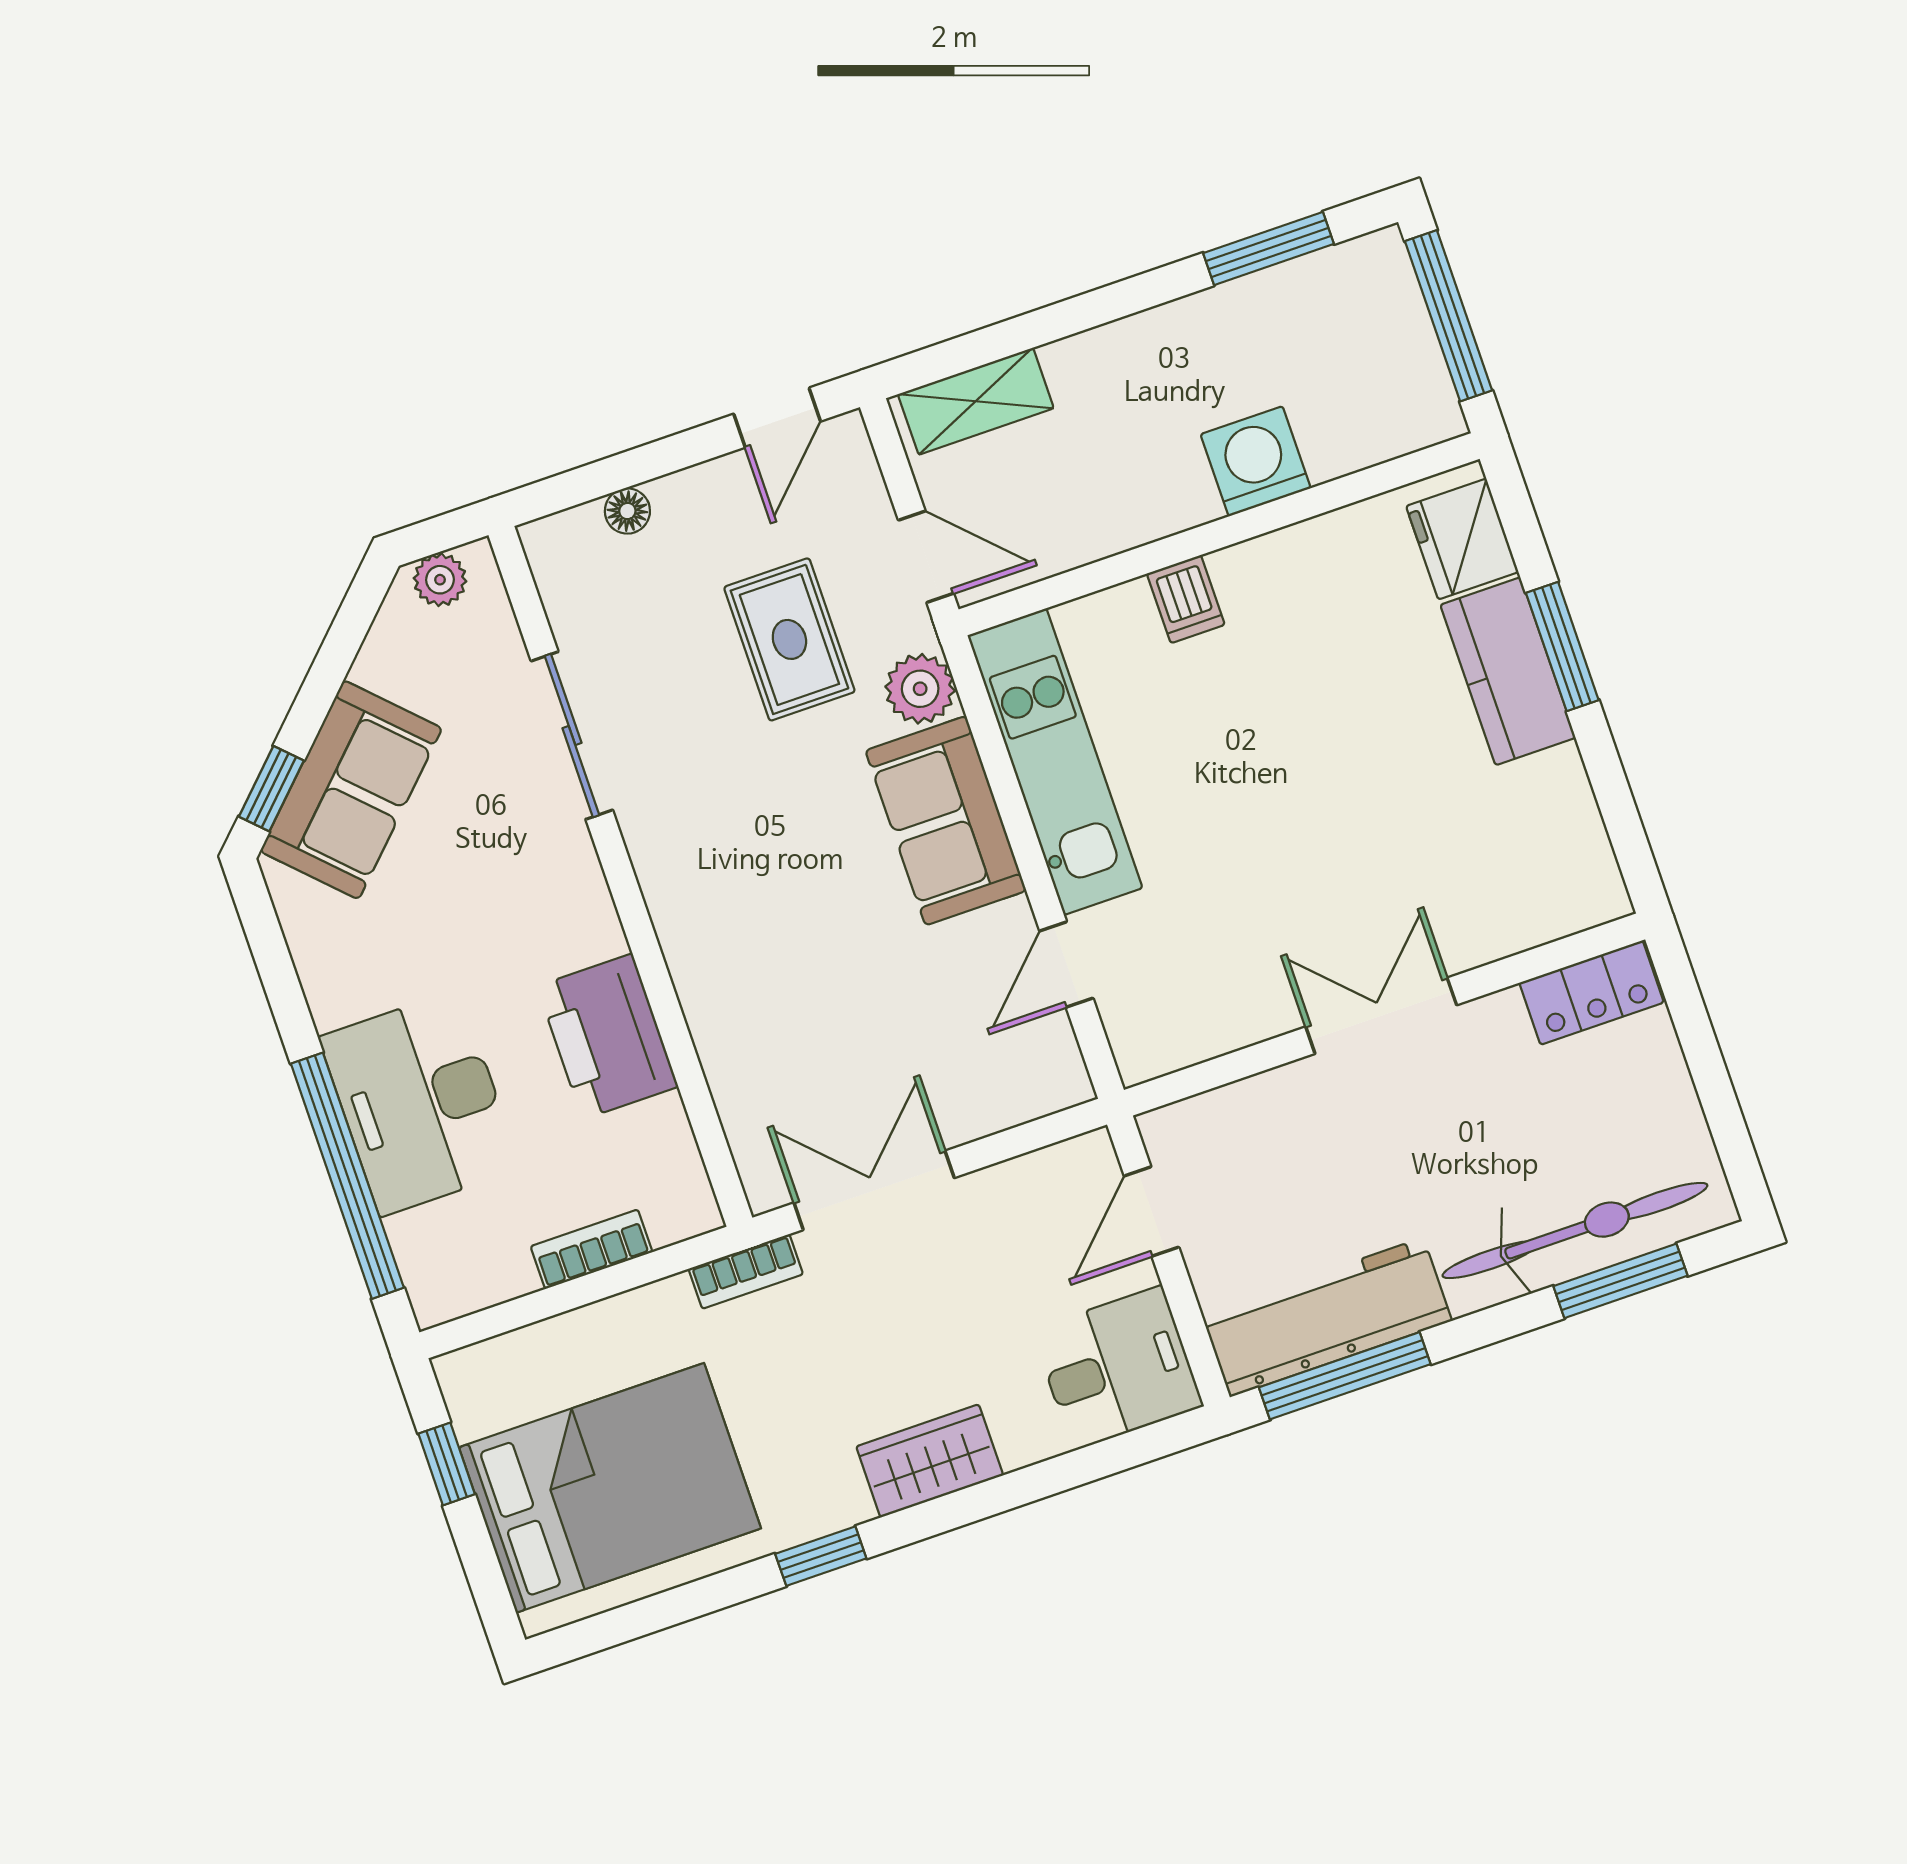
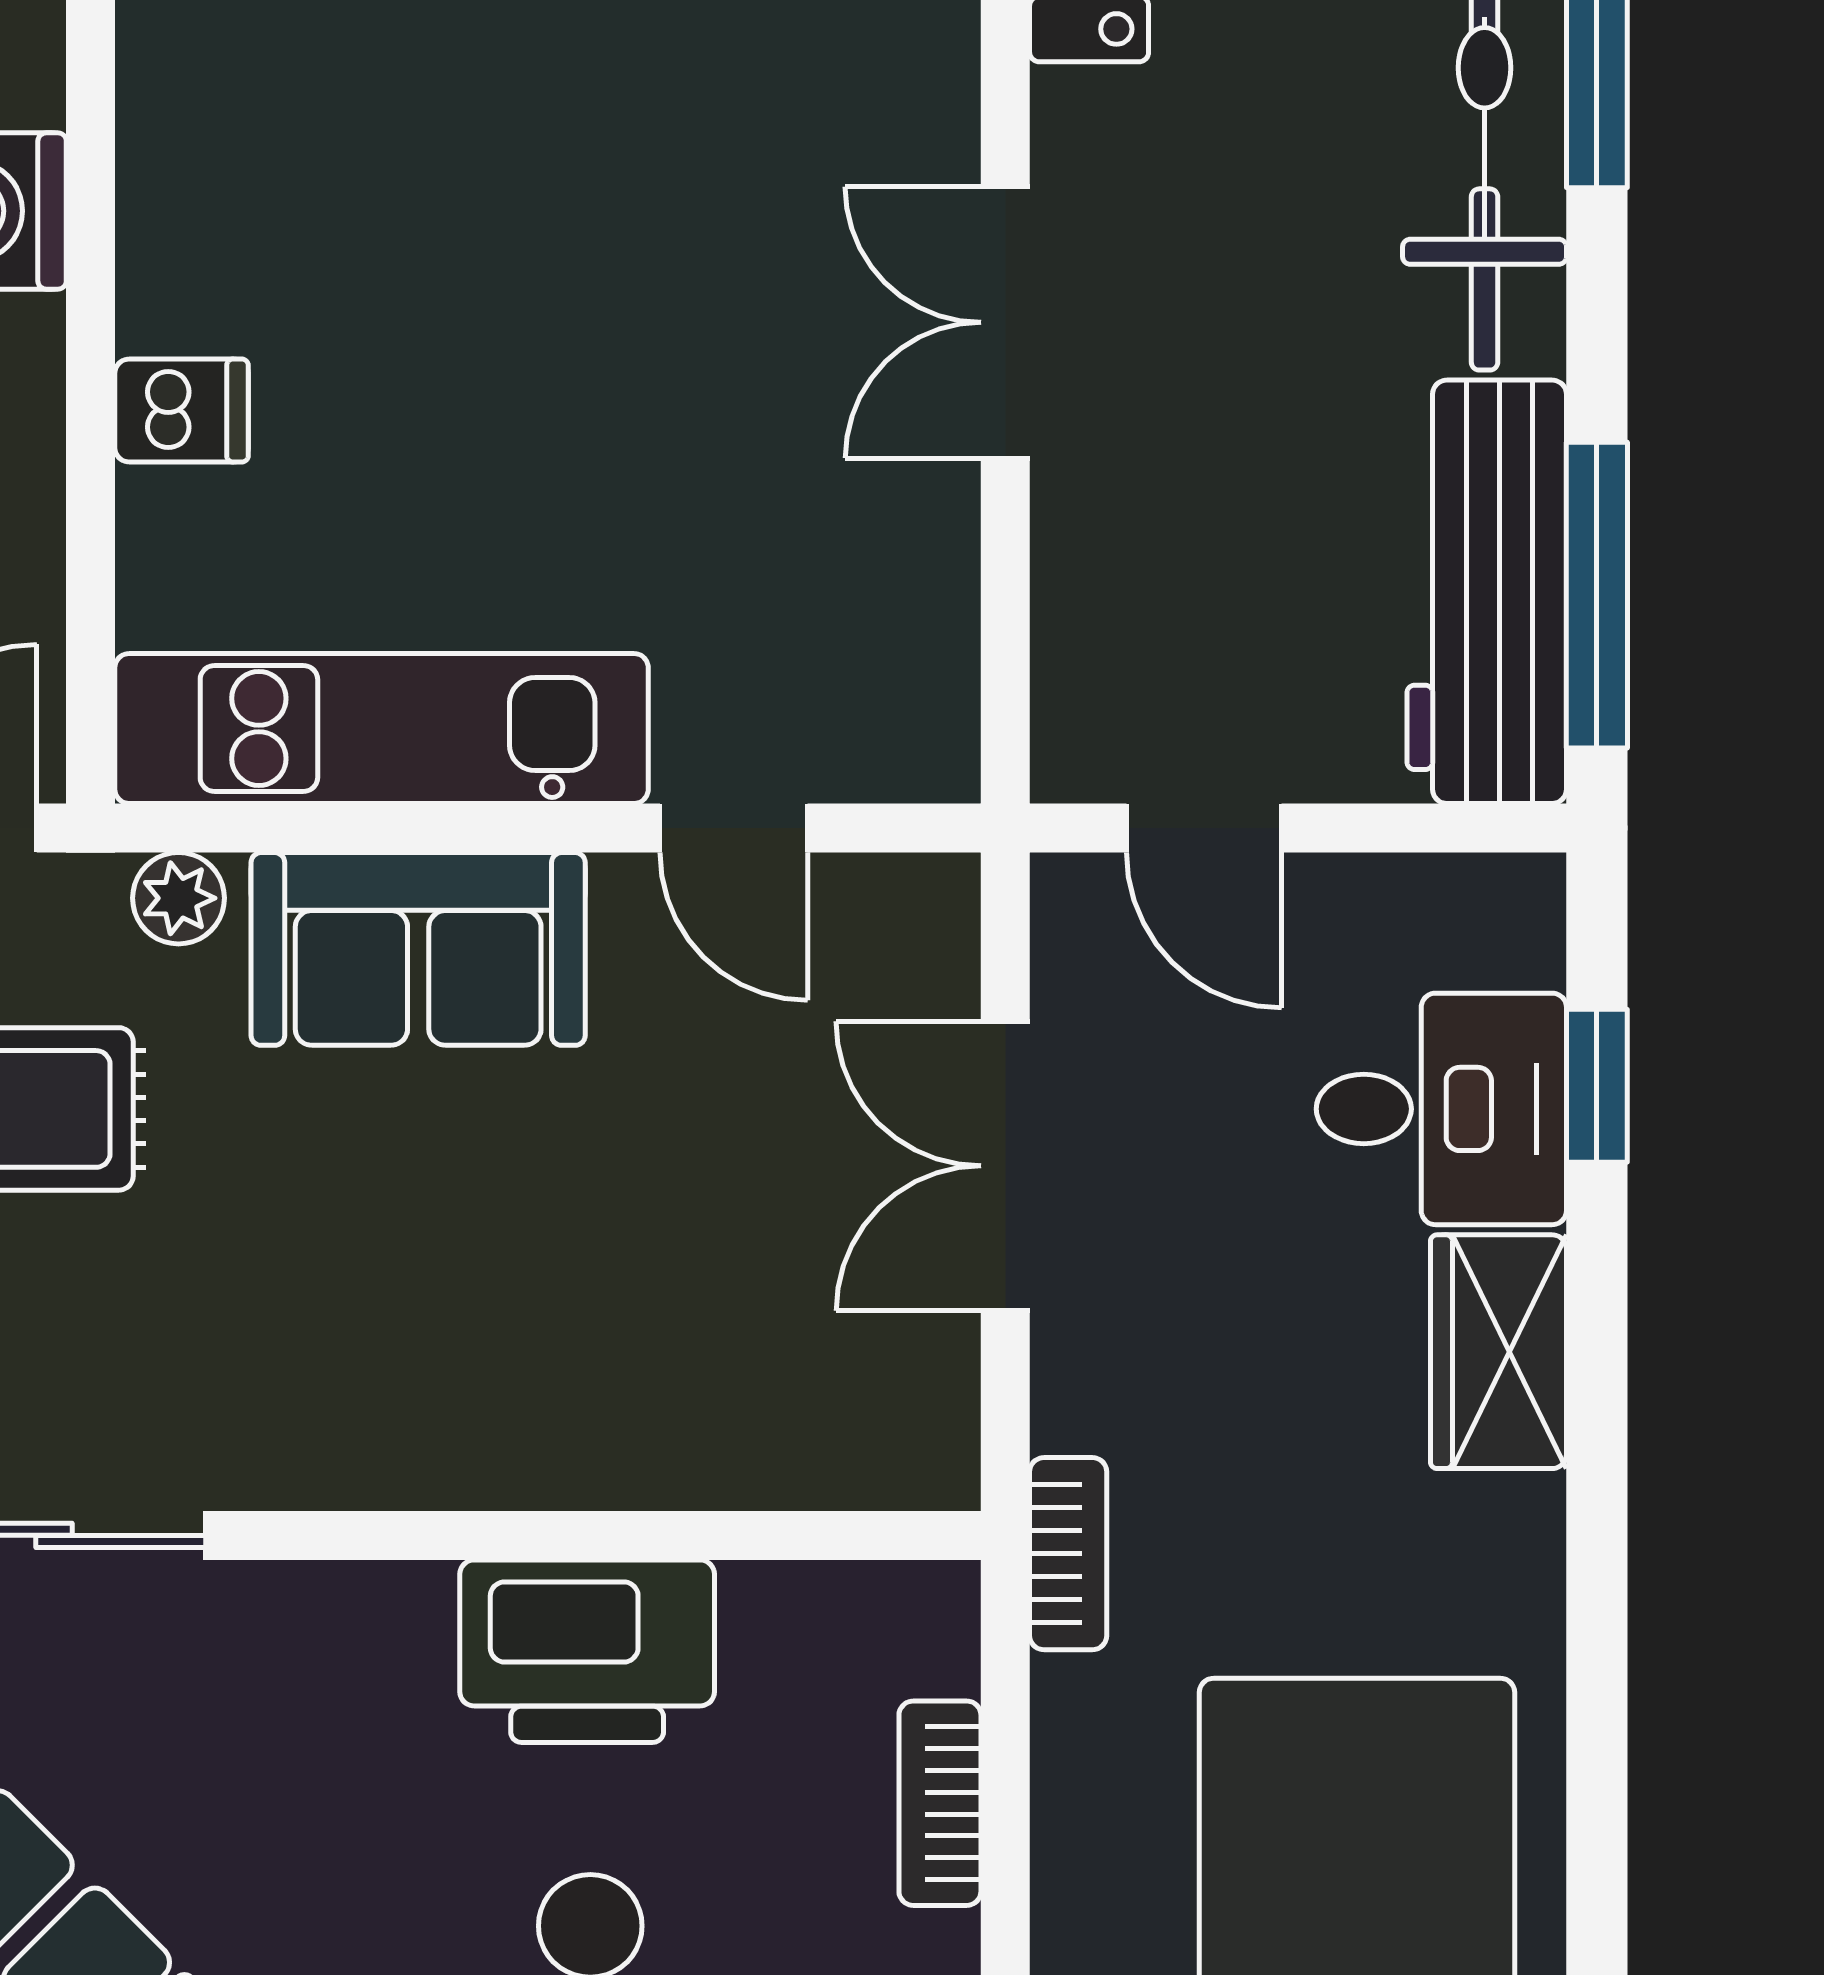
plant: (920, 689) -> (178, 898), width x0.73, depth x0.73
double door: (874, 1190) -> (1005, 1166), moved
desk: (1118, 1368) -> (1441, 1109), moved, turned 90
window: (821, 1556) -> (1597, 1086), moved

